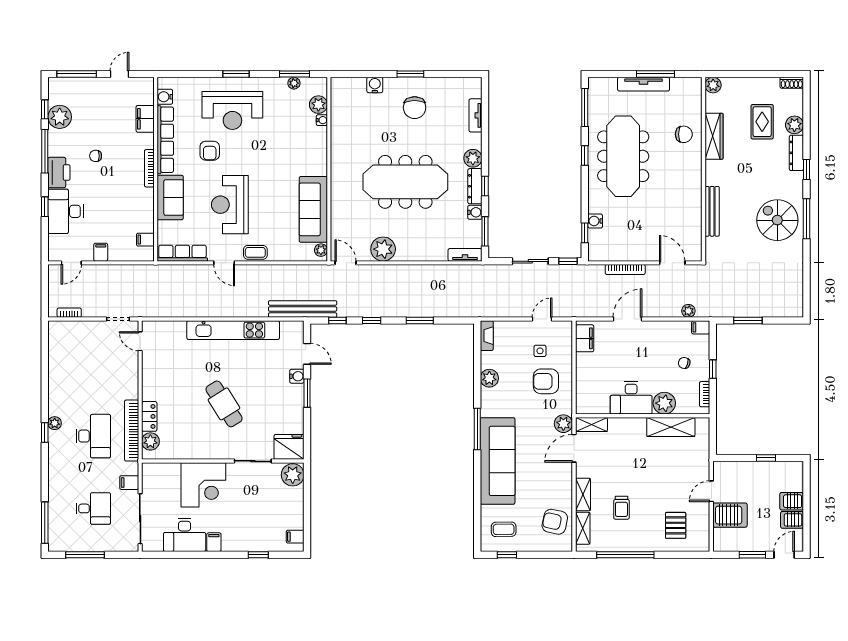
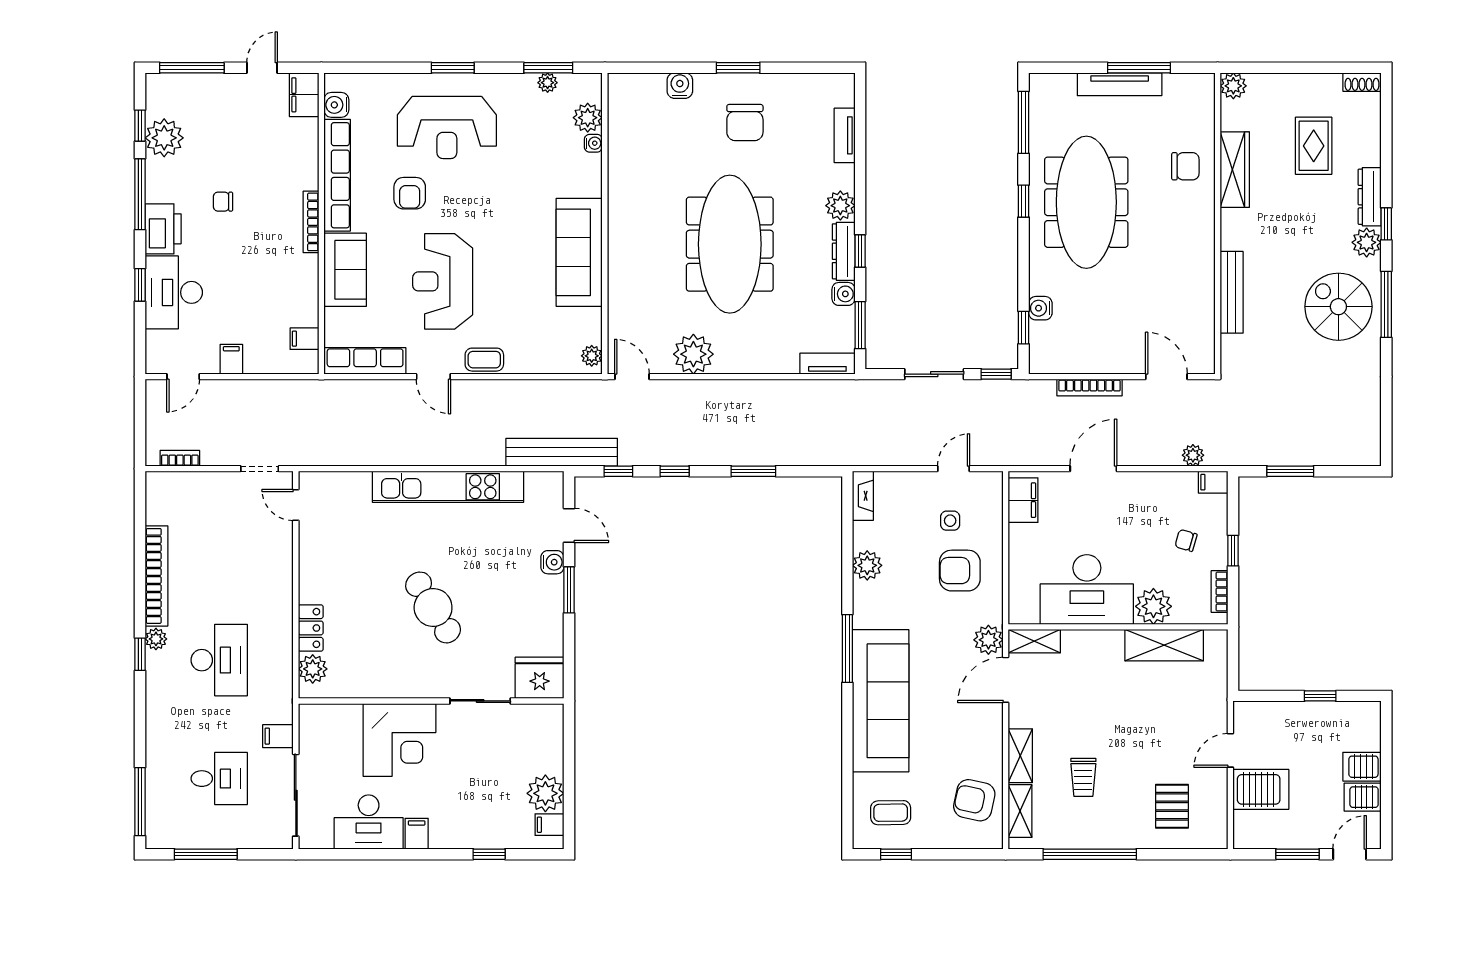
filing cabinet: (145, 119) -> (304, 95), moved
plant: (794, 125) -> (1367, 242), moved
meeting table: (405, 182) -> (730, 244), turned 90
sofa: (313, 209) -> (579, 252), moved
desk: (631, 398) -> (1087, 589), width x1.36, depth x1.30
bookcase: (132, 431) -> (156, 576), moved, turned 180
plant: (293, 475) -> (545, 793), moved

